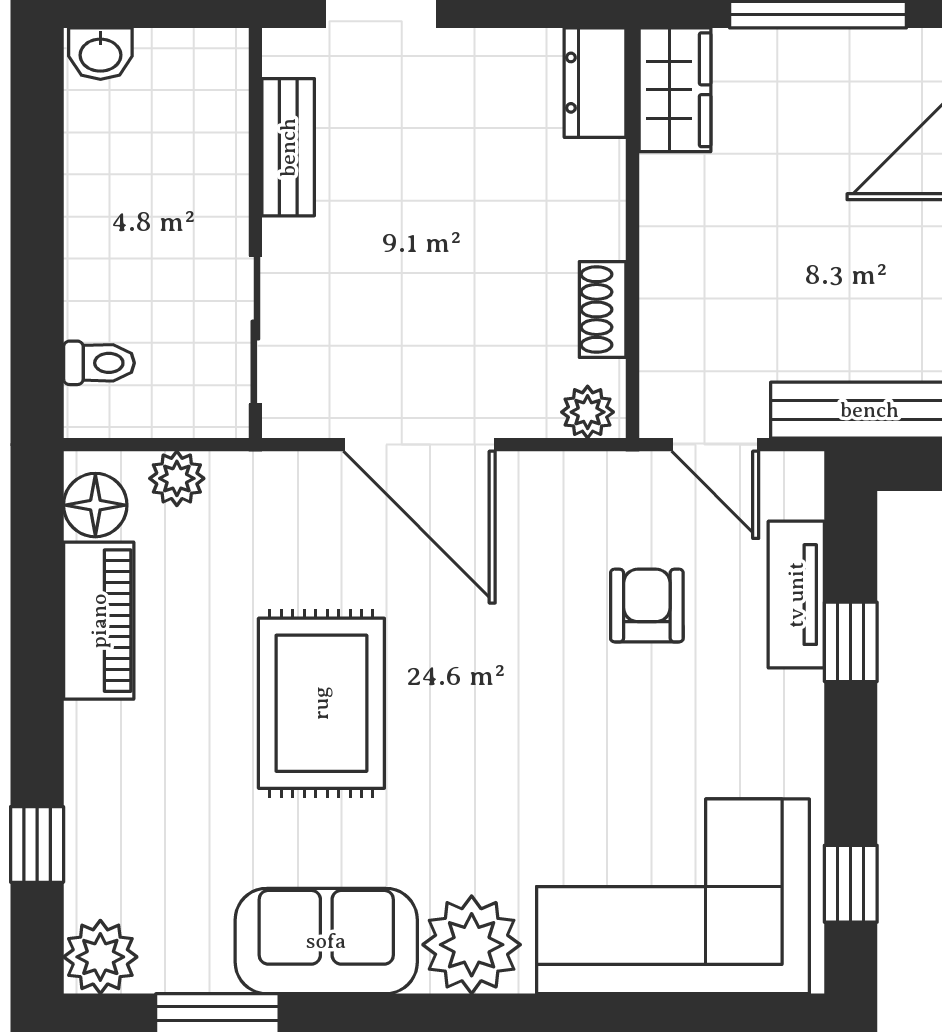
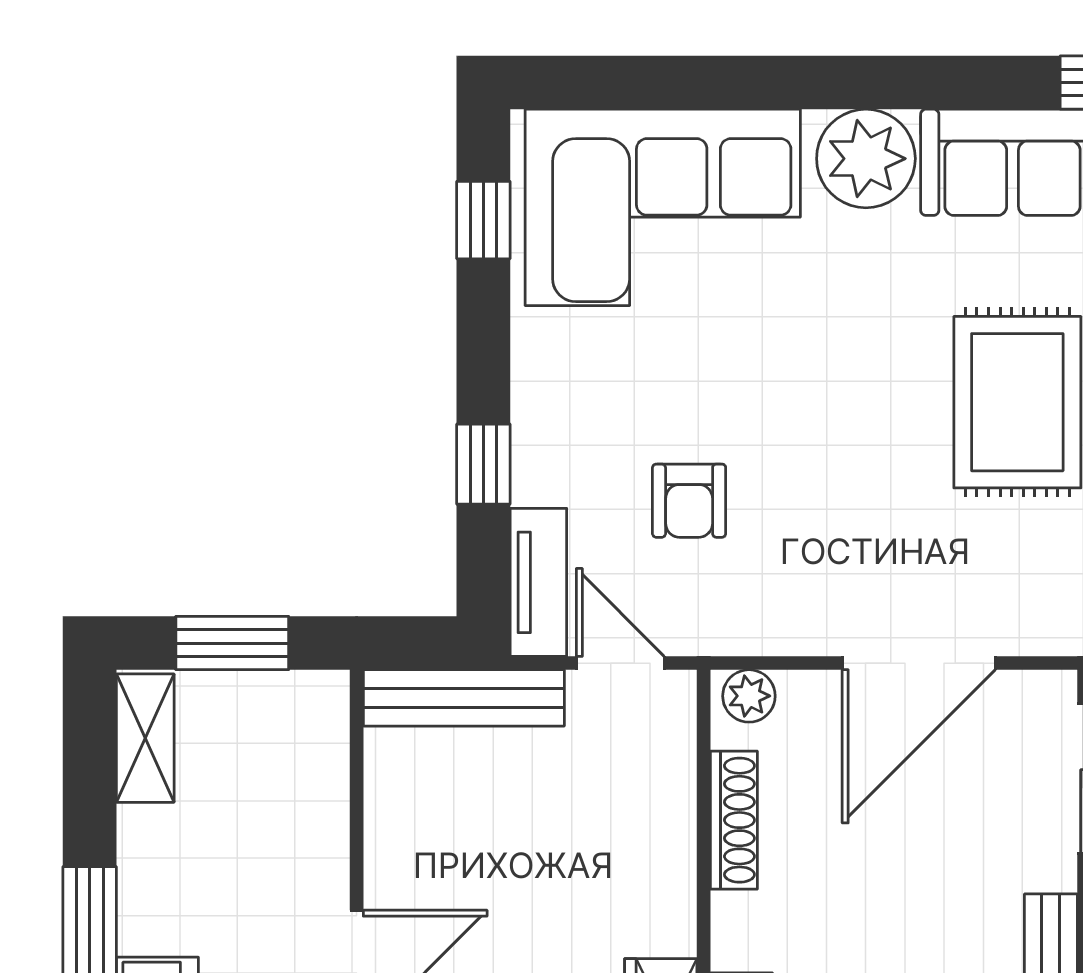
shoe rack: (603, 310) -> (734, 820), width x1.43
door: (419, 445) -> (919, 663), swing flipped
tv unit: (796, 595) -> (538, 582), moved

